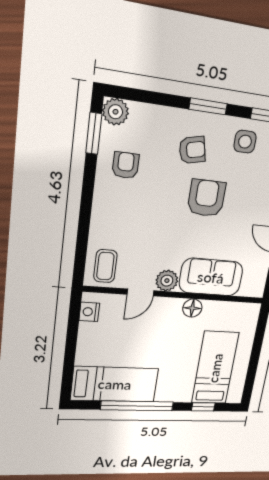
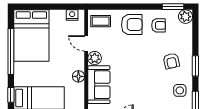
armchair: (206, 198) -> (132, 25), moved
bed: (115, 384) -> (31, 36), width x1.50

